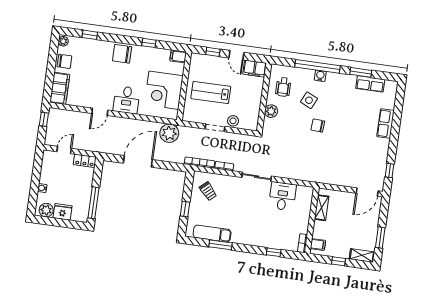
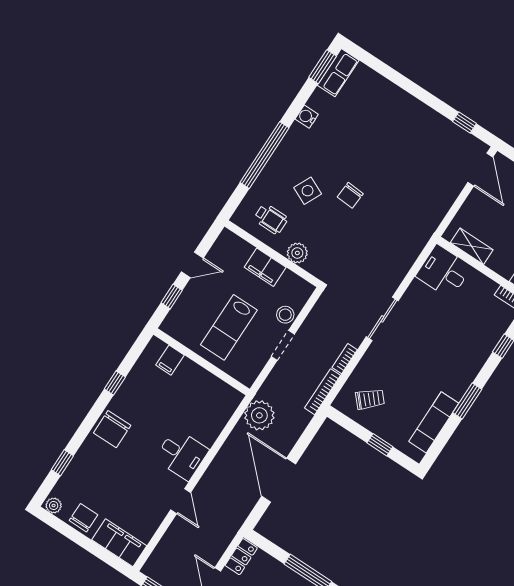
filing cabinet: (178, 56) -> (170, 360), moved
filing cabinet: (255, 69) -> (265, 267), moved, turned 90
window: (361, 72) -> (323, 67), moved
water cooler: (320, 76) -> (307, 117), moved
row of seats: (370, 84) -> (338, 73), moved
corner desk: (164, 90) -> (193, 394), removed
row of seats: (386, 124) -> (394, 96), removed
desk: (282, 196) -> (444, 271), moved
window: (220, 245) -> (467, 401), moved

